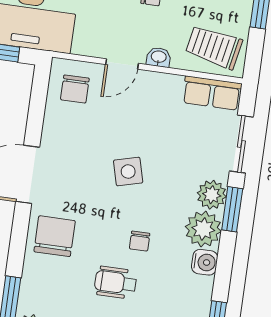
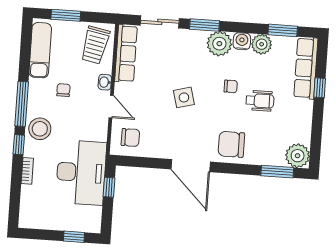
row of seats: (212, 93) -> (126, 54), width x1.48
plant: (212, 195) -> (262, 44), moved
wheelchair: (116, 283) -> (260, 101), turned -90

